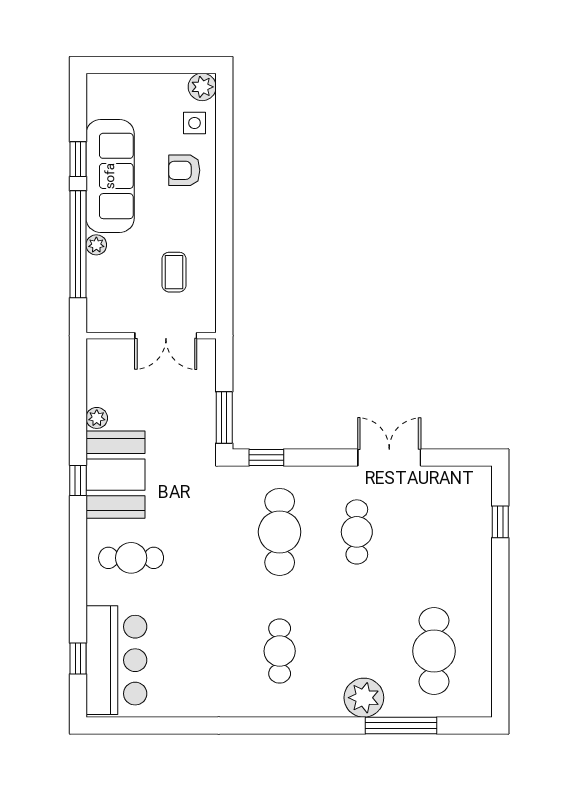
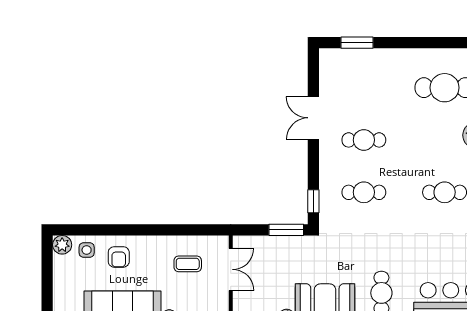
window: (500, 522) -> (357, 43), width x1.50
cafe table: (280, 532) -> (364, 192), width x0.73, depth x0.74

